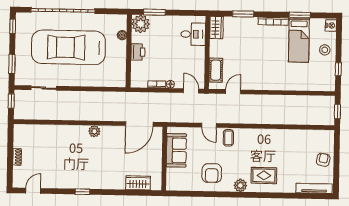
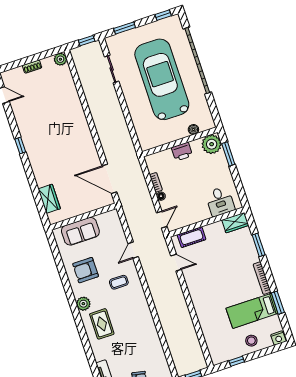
plant: (94, 131) -> (60, 59), moved
coffee table: (228, 138) -> (119, 282), moved
sofa: (176, 150) -> (80, 231), moved

